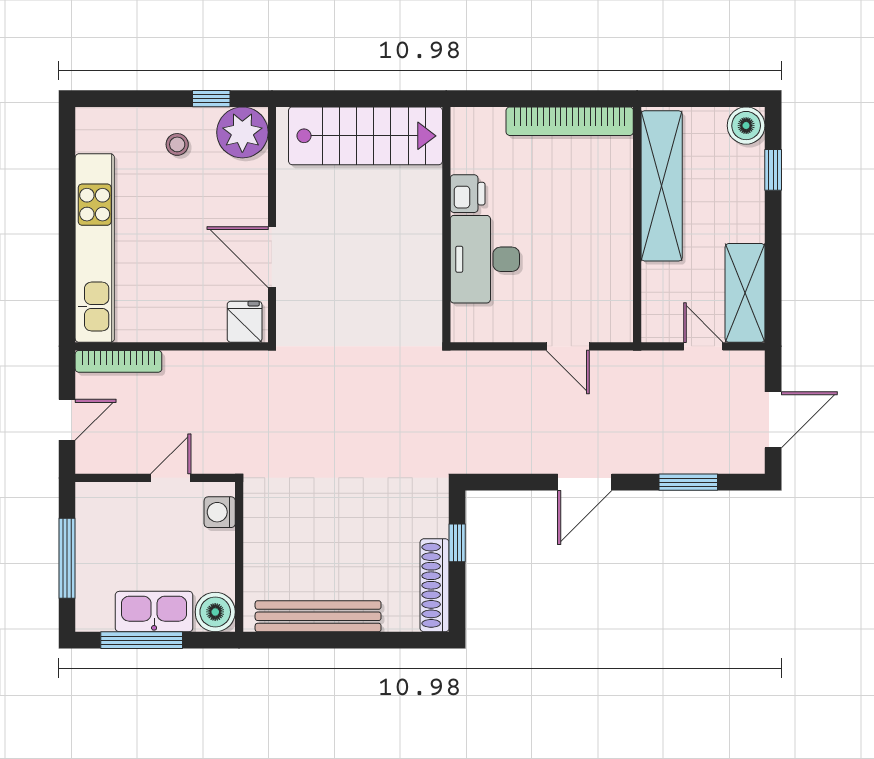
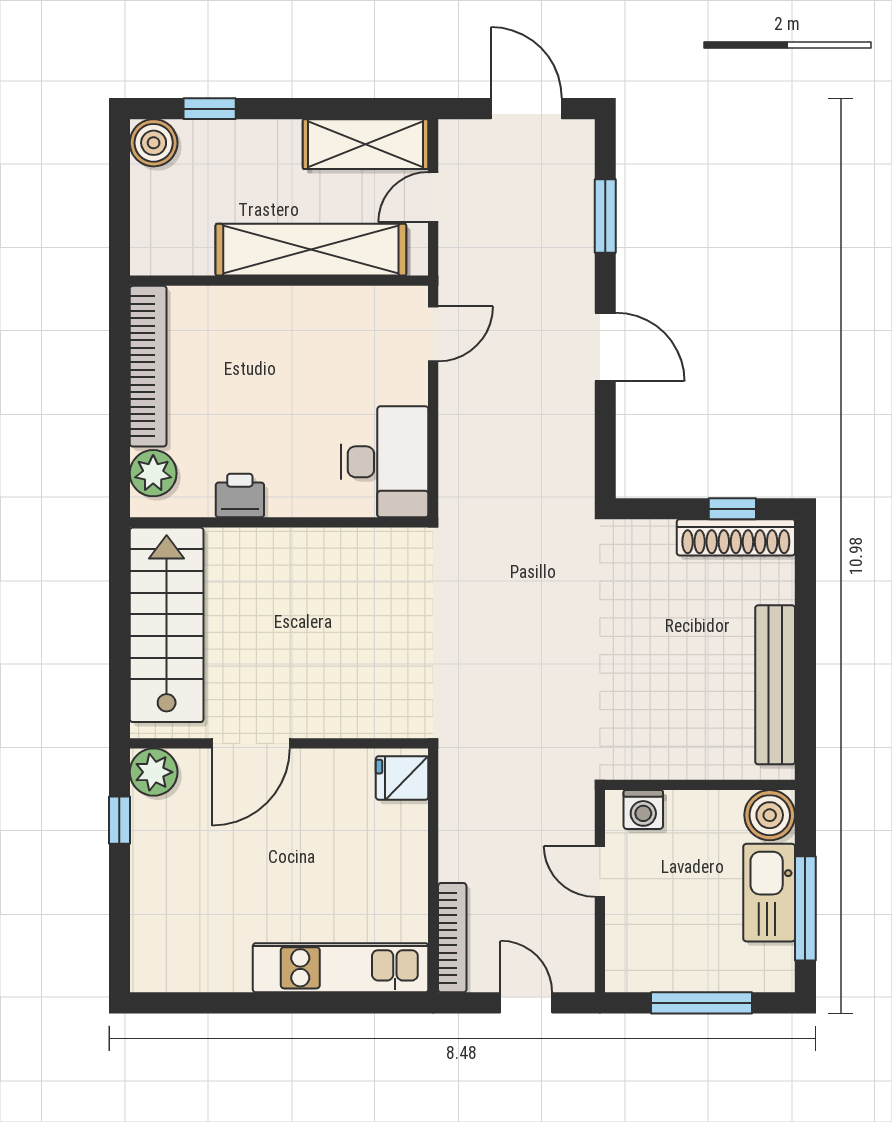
plant: (485, 125) -> (153, 473), added
plant: (242, 132) -> (154, 772), width x0.73, depth x0.73
stool: (177, 144) -> (177, 863), removed
shelving: (662, 186) -> (311, 250), moved
kitchen unit: (95, 248) -> (341, 968), width x0.73
door: (272, 257) -> (251, 743), moved
desk: (485, 259) -> (384, 462), moved, turned -90
door: (568, 346) -> (433, 334), moved
window: (457, 543) -> (732, 509), moved

